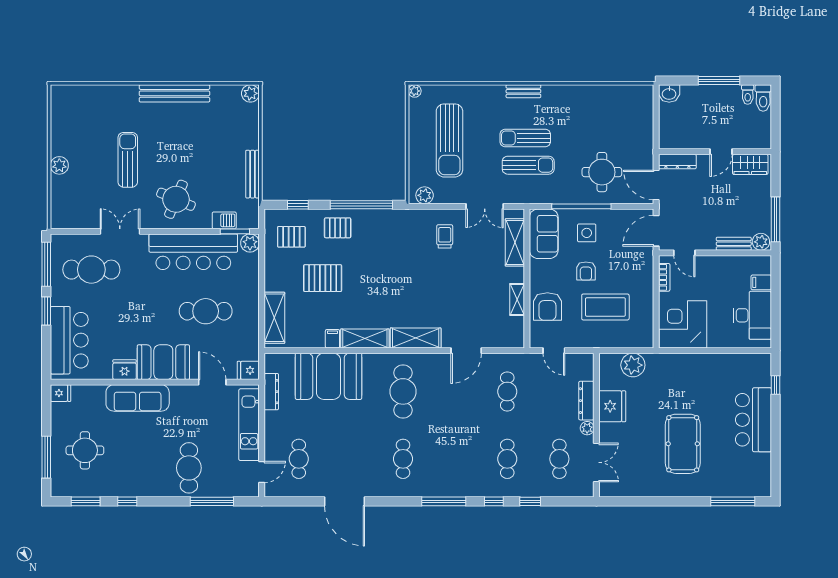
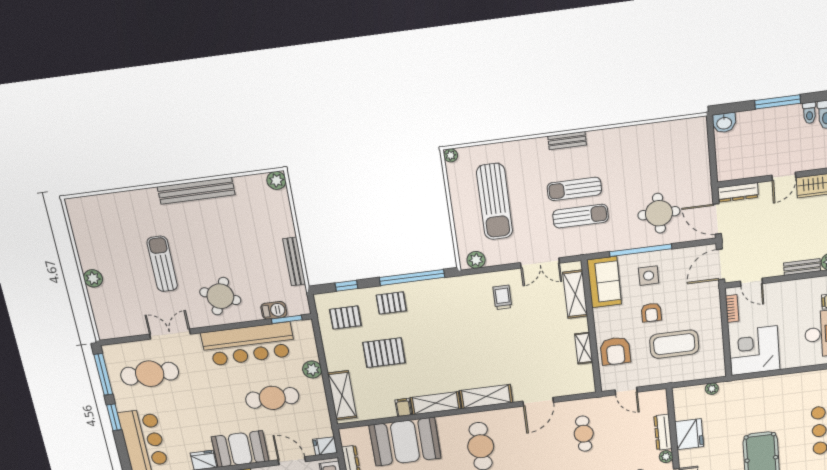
plant: (250, 243) -> (312, 369), moved
plant: (633, 365) -> (712, 389), width x0.53, depth x0.53

